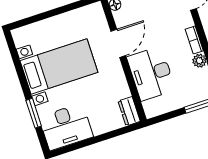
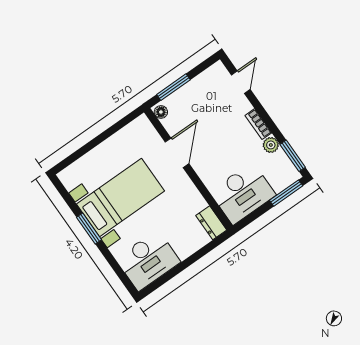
desk: (151, 73) -> (243, 193), moved, turned -90
window: (34, 113) -> (89, 228), moved

